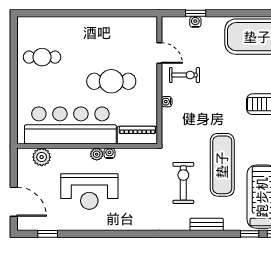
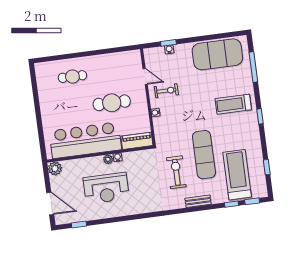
cafe table: (42, 57) -> (72, 77), moved
plant: (42, 157) -> (55, 169), moved

